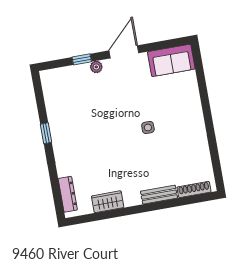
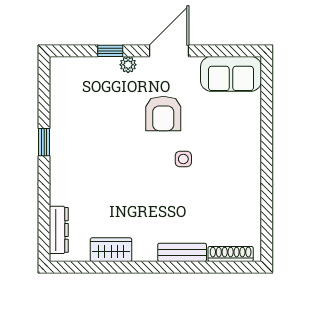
armchair: (128, 97) -> (163, 113), added

